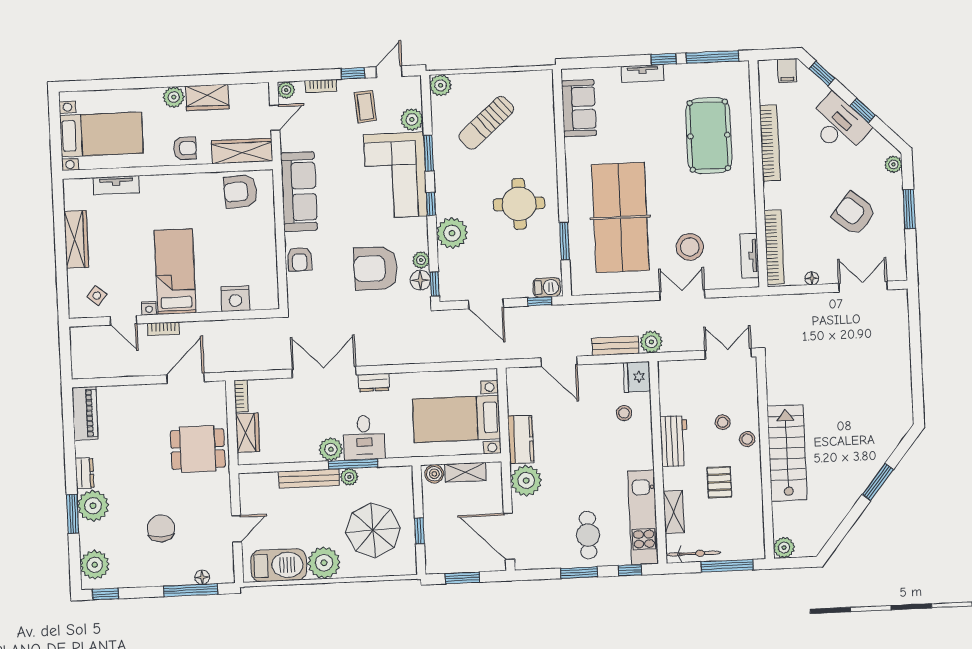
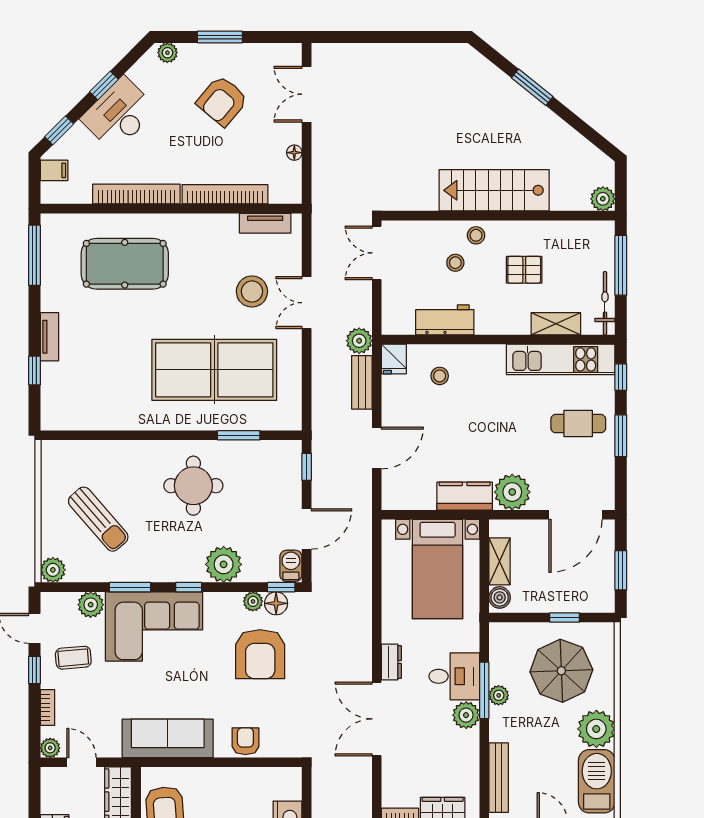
window: (664, 59) -> (34, 370), moved
sofa: (579, 108) -> (86, 412), removed
bookcase: (774, 247) -> (225, 194), moved
armchair: (300, 259) -> (245, 741), turned -90
barbecue: (547, 287) -> (291, 566), moved
fridge: (637, 377) -> (394, 359), width x0.72
workbench: (674, 441) -> (445, 320), moved
bench: (309, 479) -> (499, 778), moved

